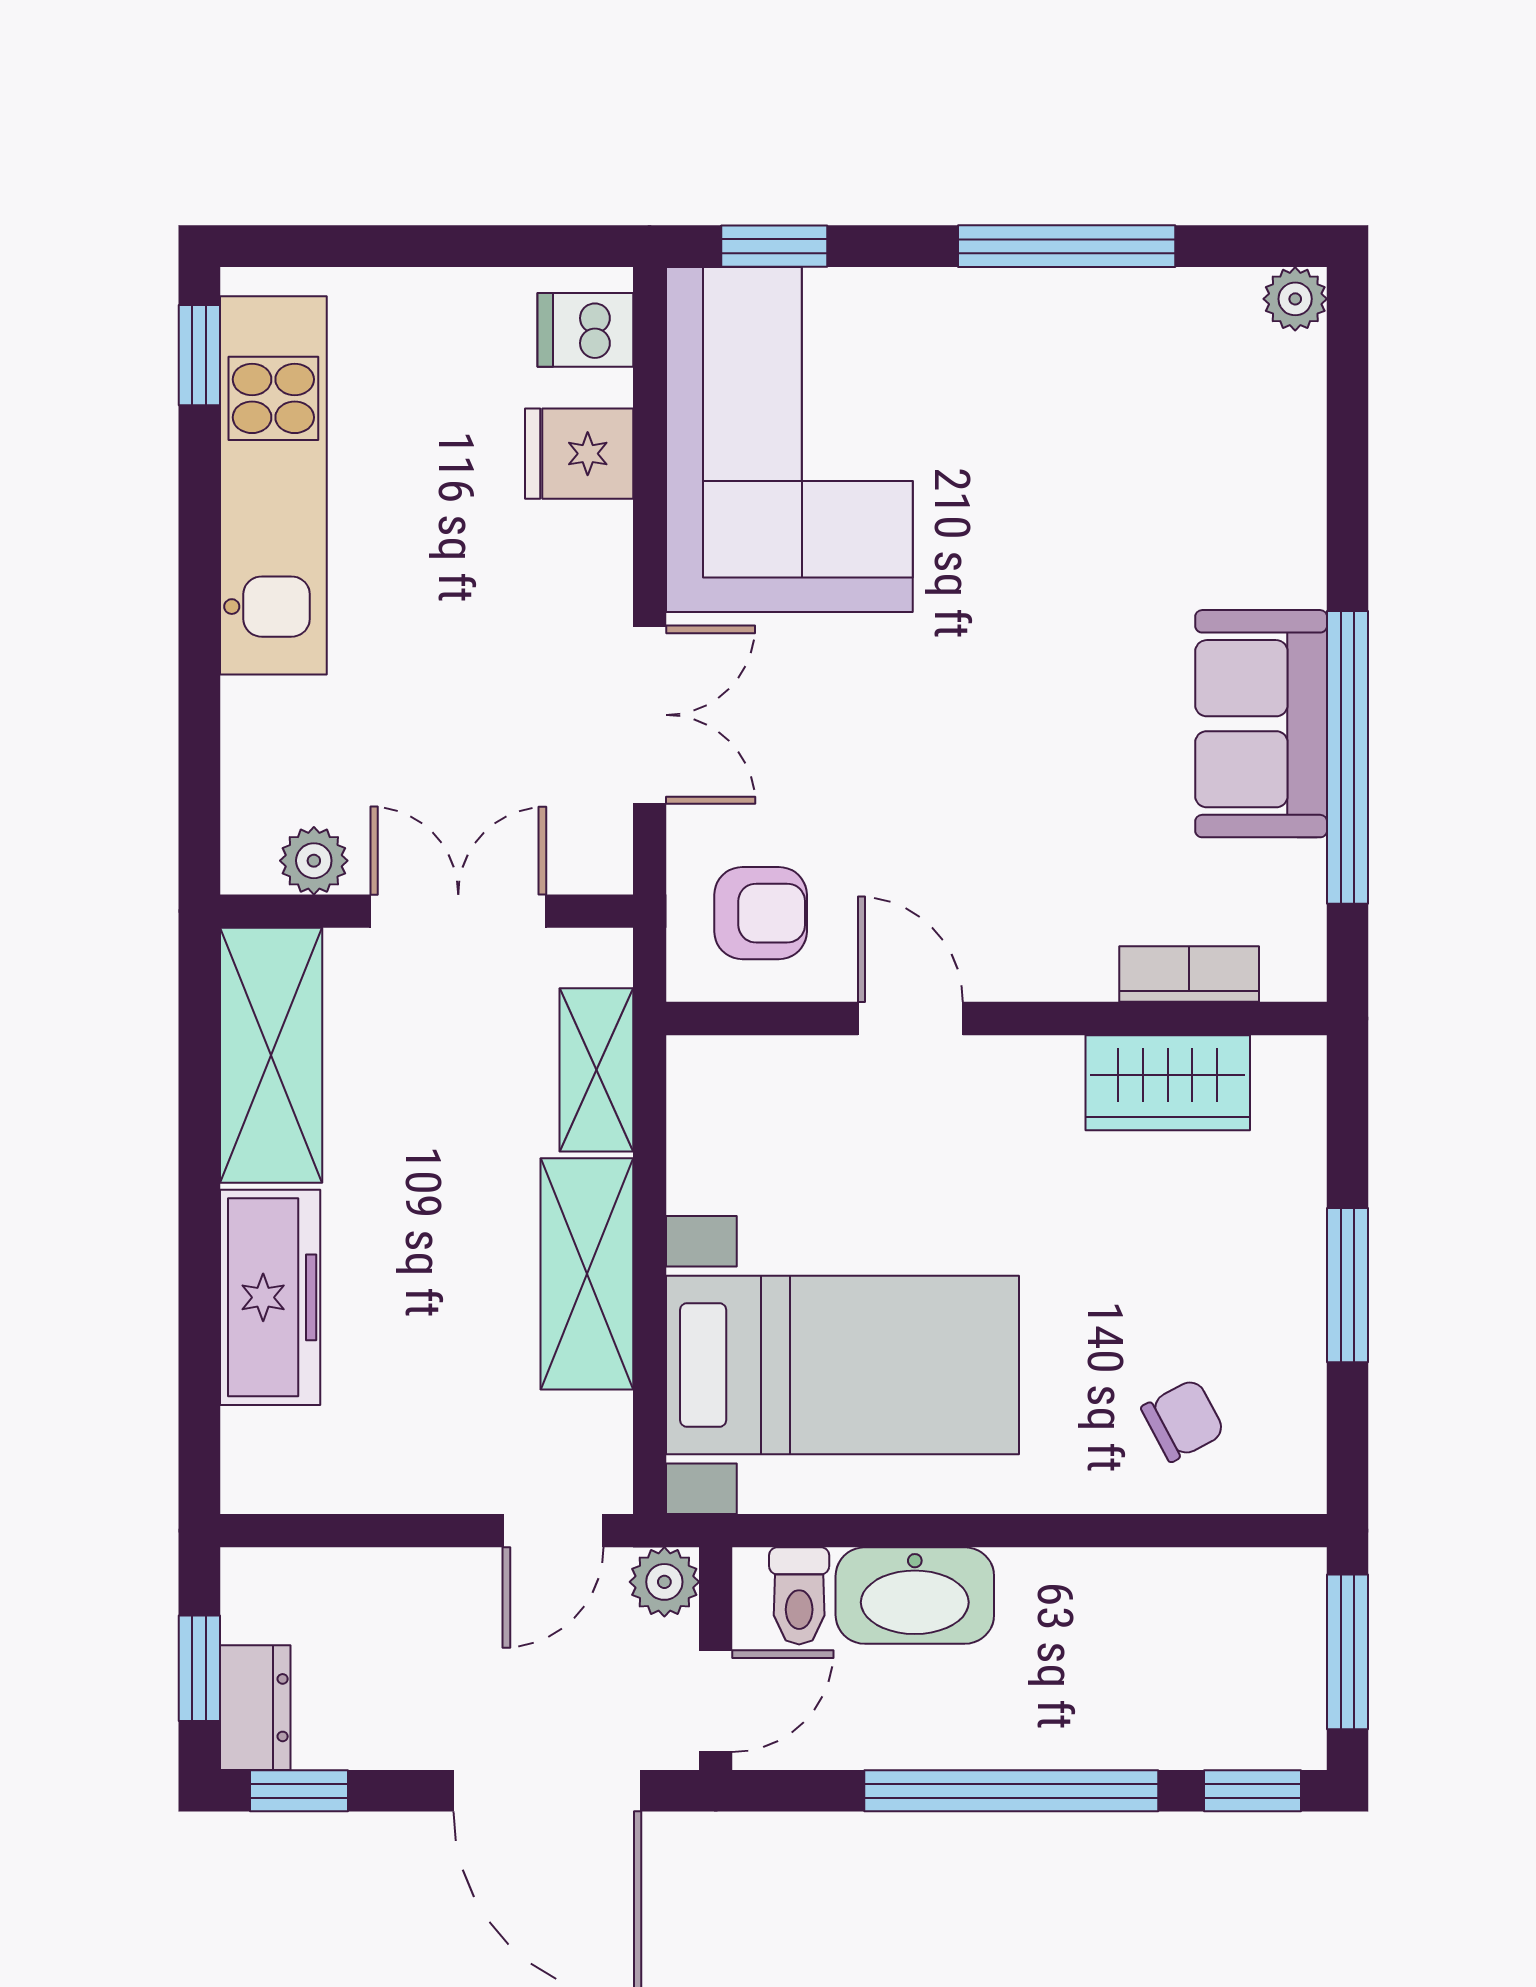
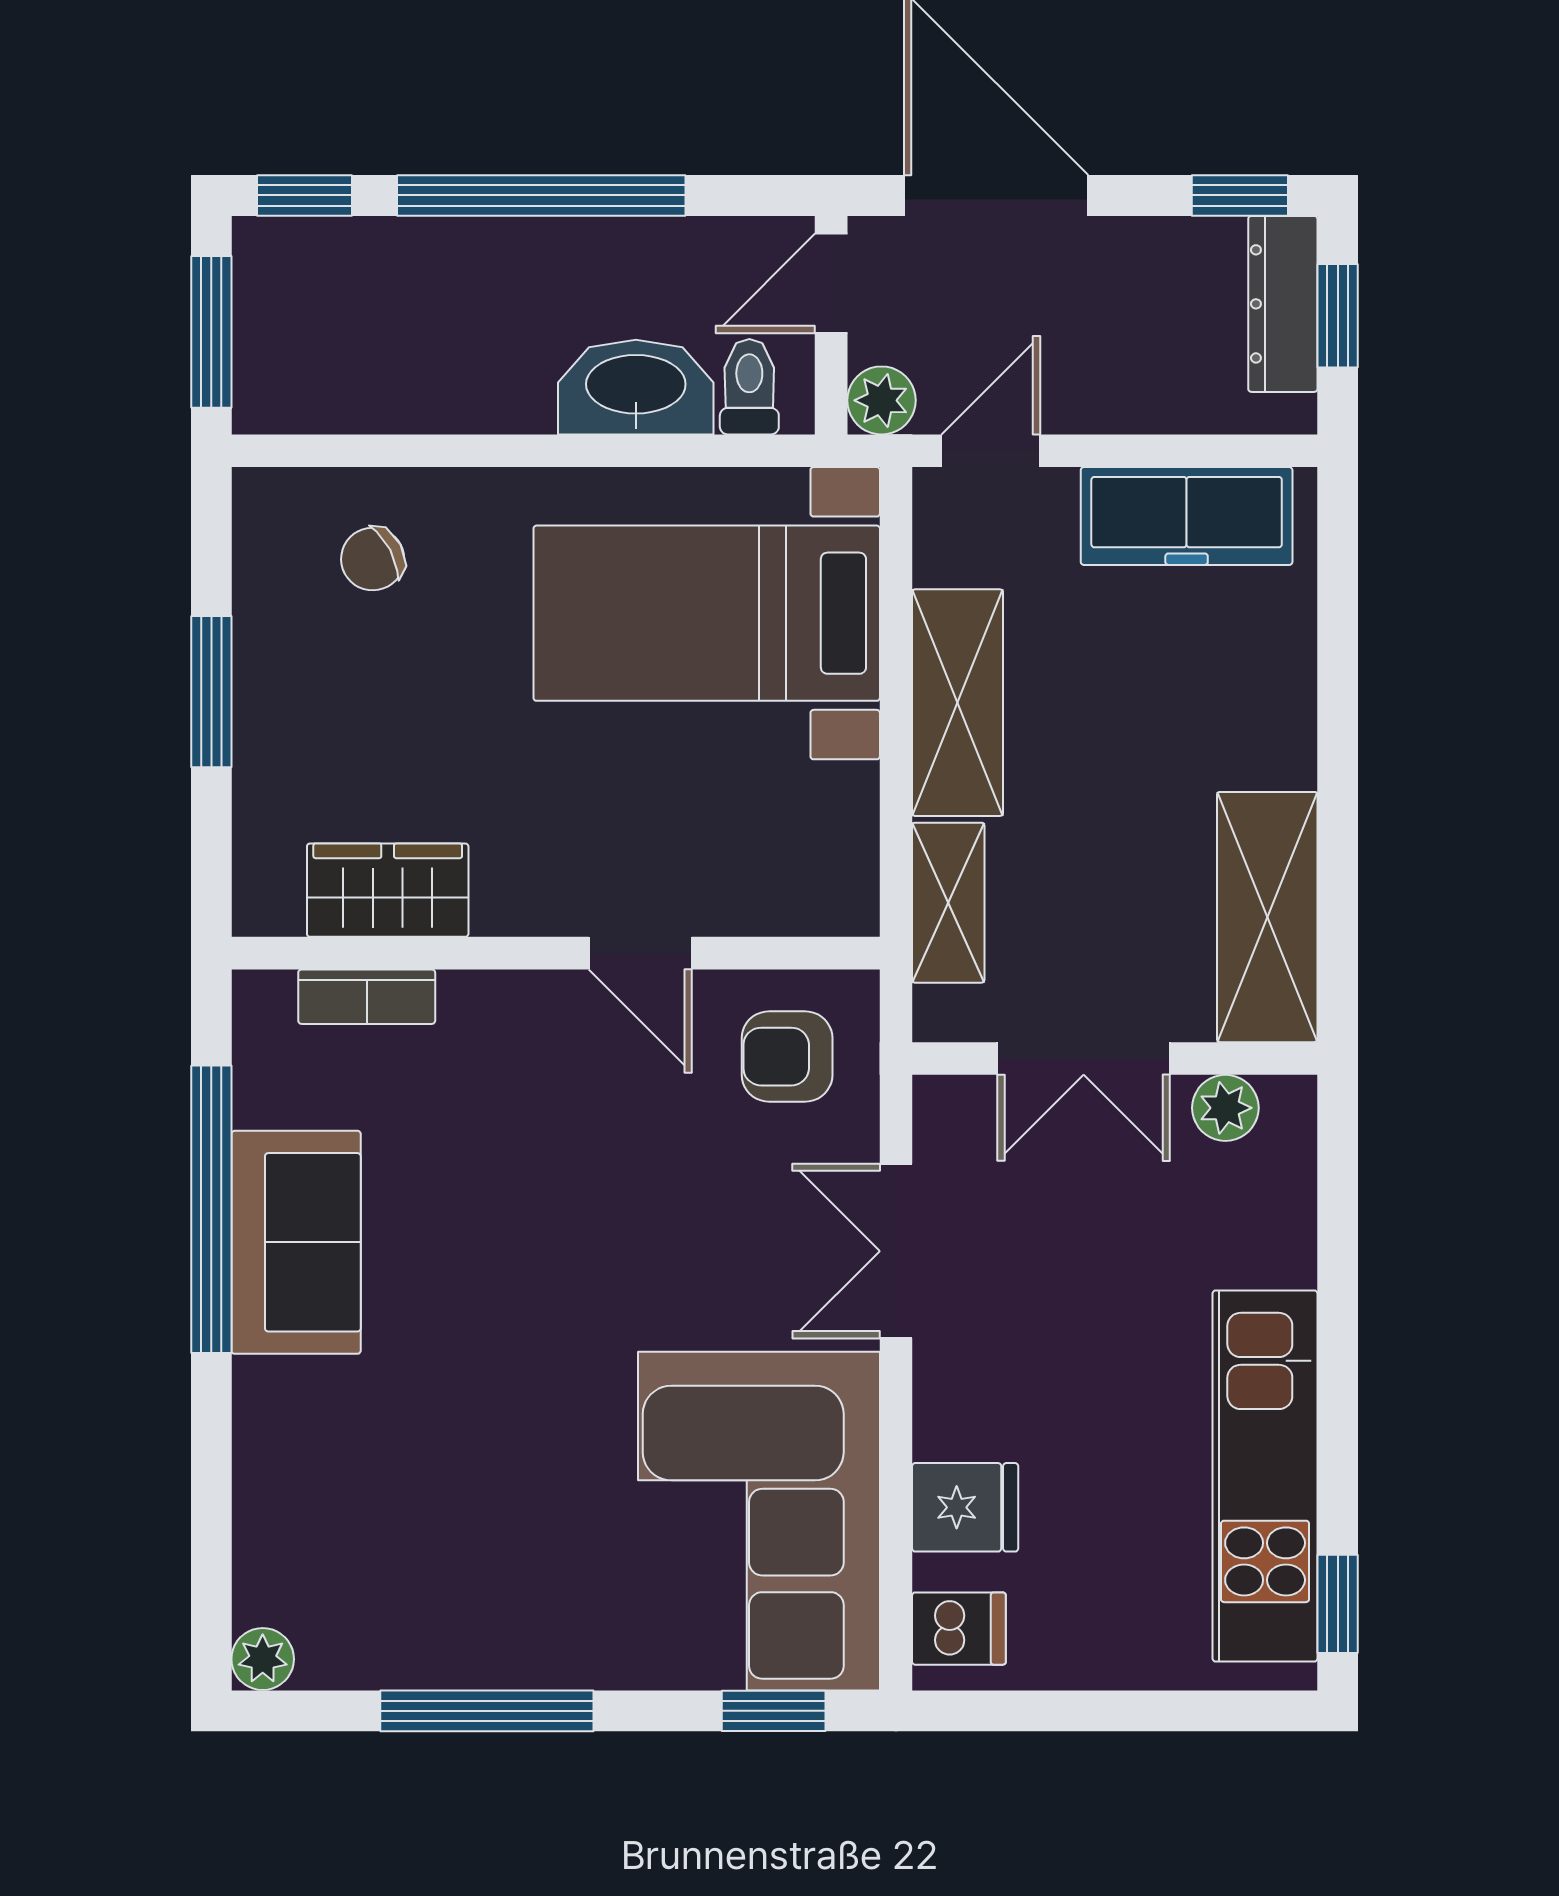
freezer: (270, 1297) -> (1187, 516), moved, turned -90
dresser: (255, 1708) -> (1283, 304), width x1.44

